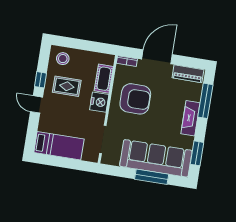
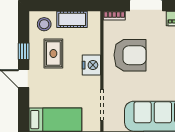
cot: (104, 79) -> (72, 19), moved, turned 90
rug: (67, 86) -> (53, 53), turned 90

